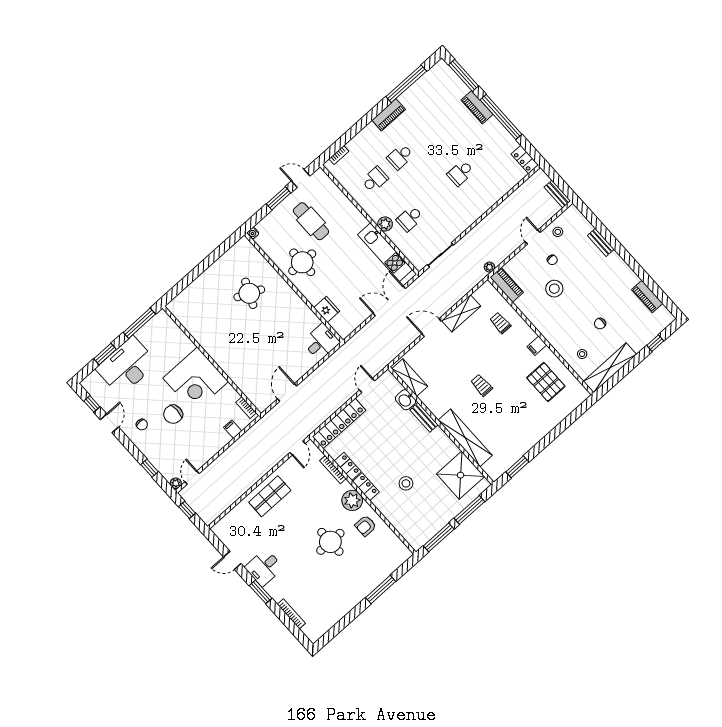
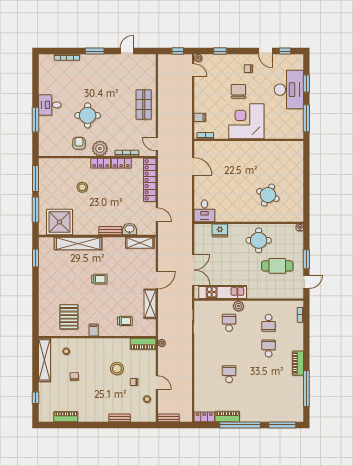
piano: (477, 107) -> (227, 417), moved
pallet: (546, 382) -> (69, 317), turned 90
desk: (264, 567) -> (50, 105), moved, turned -90

